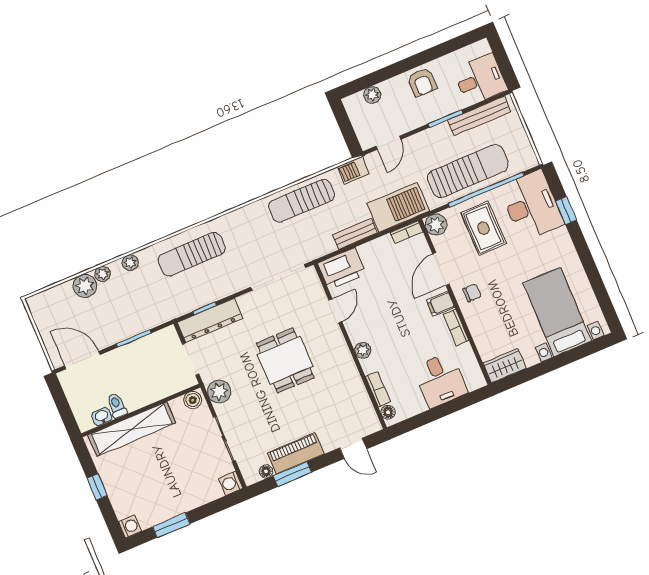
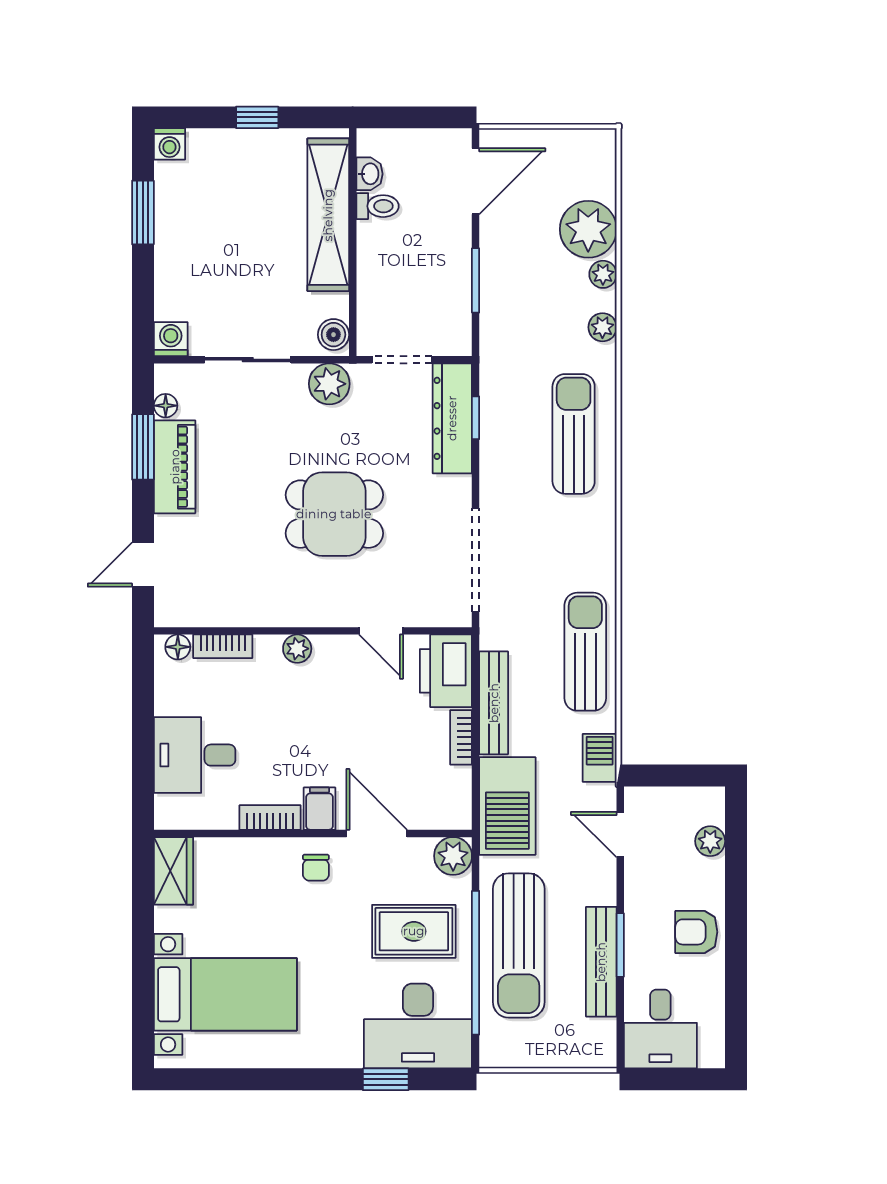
bench: (479, 116) -> (601, 962), moved
bookcase: (407, 232) -> (461, 737), moved
bench: (355, 234) -> (494, 703), width x1.36
plant: (85, 286) -> (588, 229), width x1.36, depth x1.36

